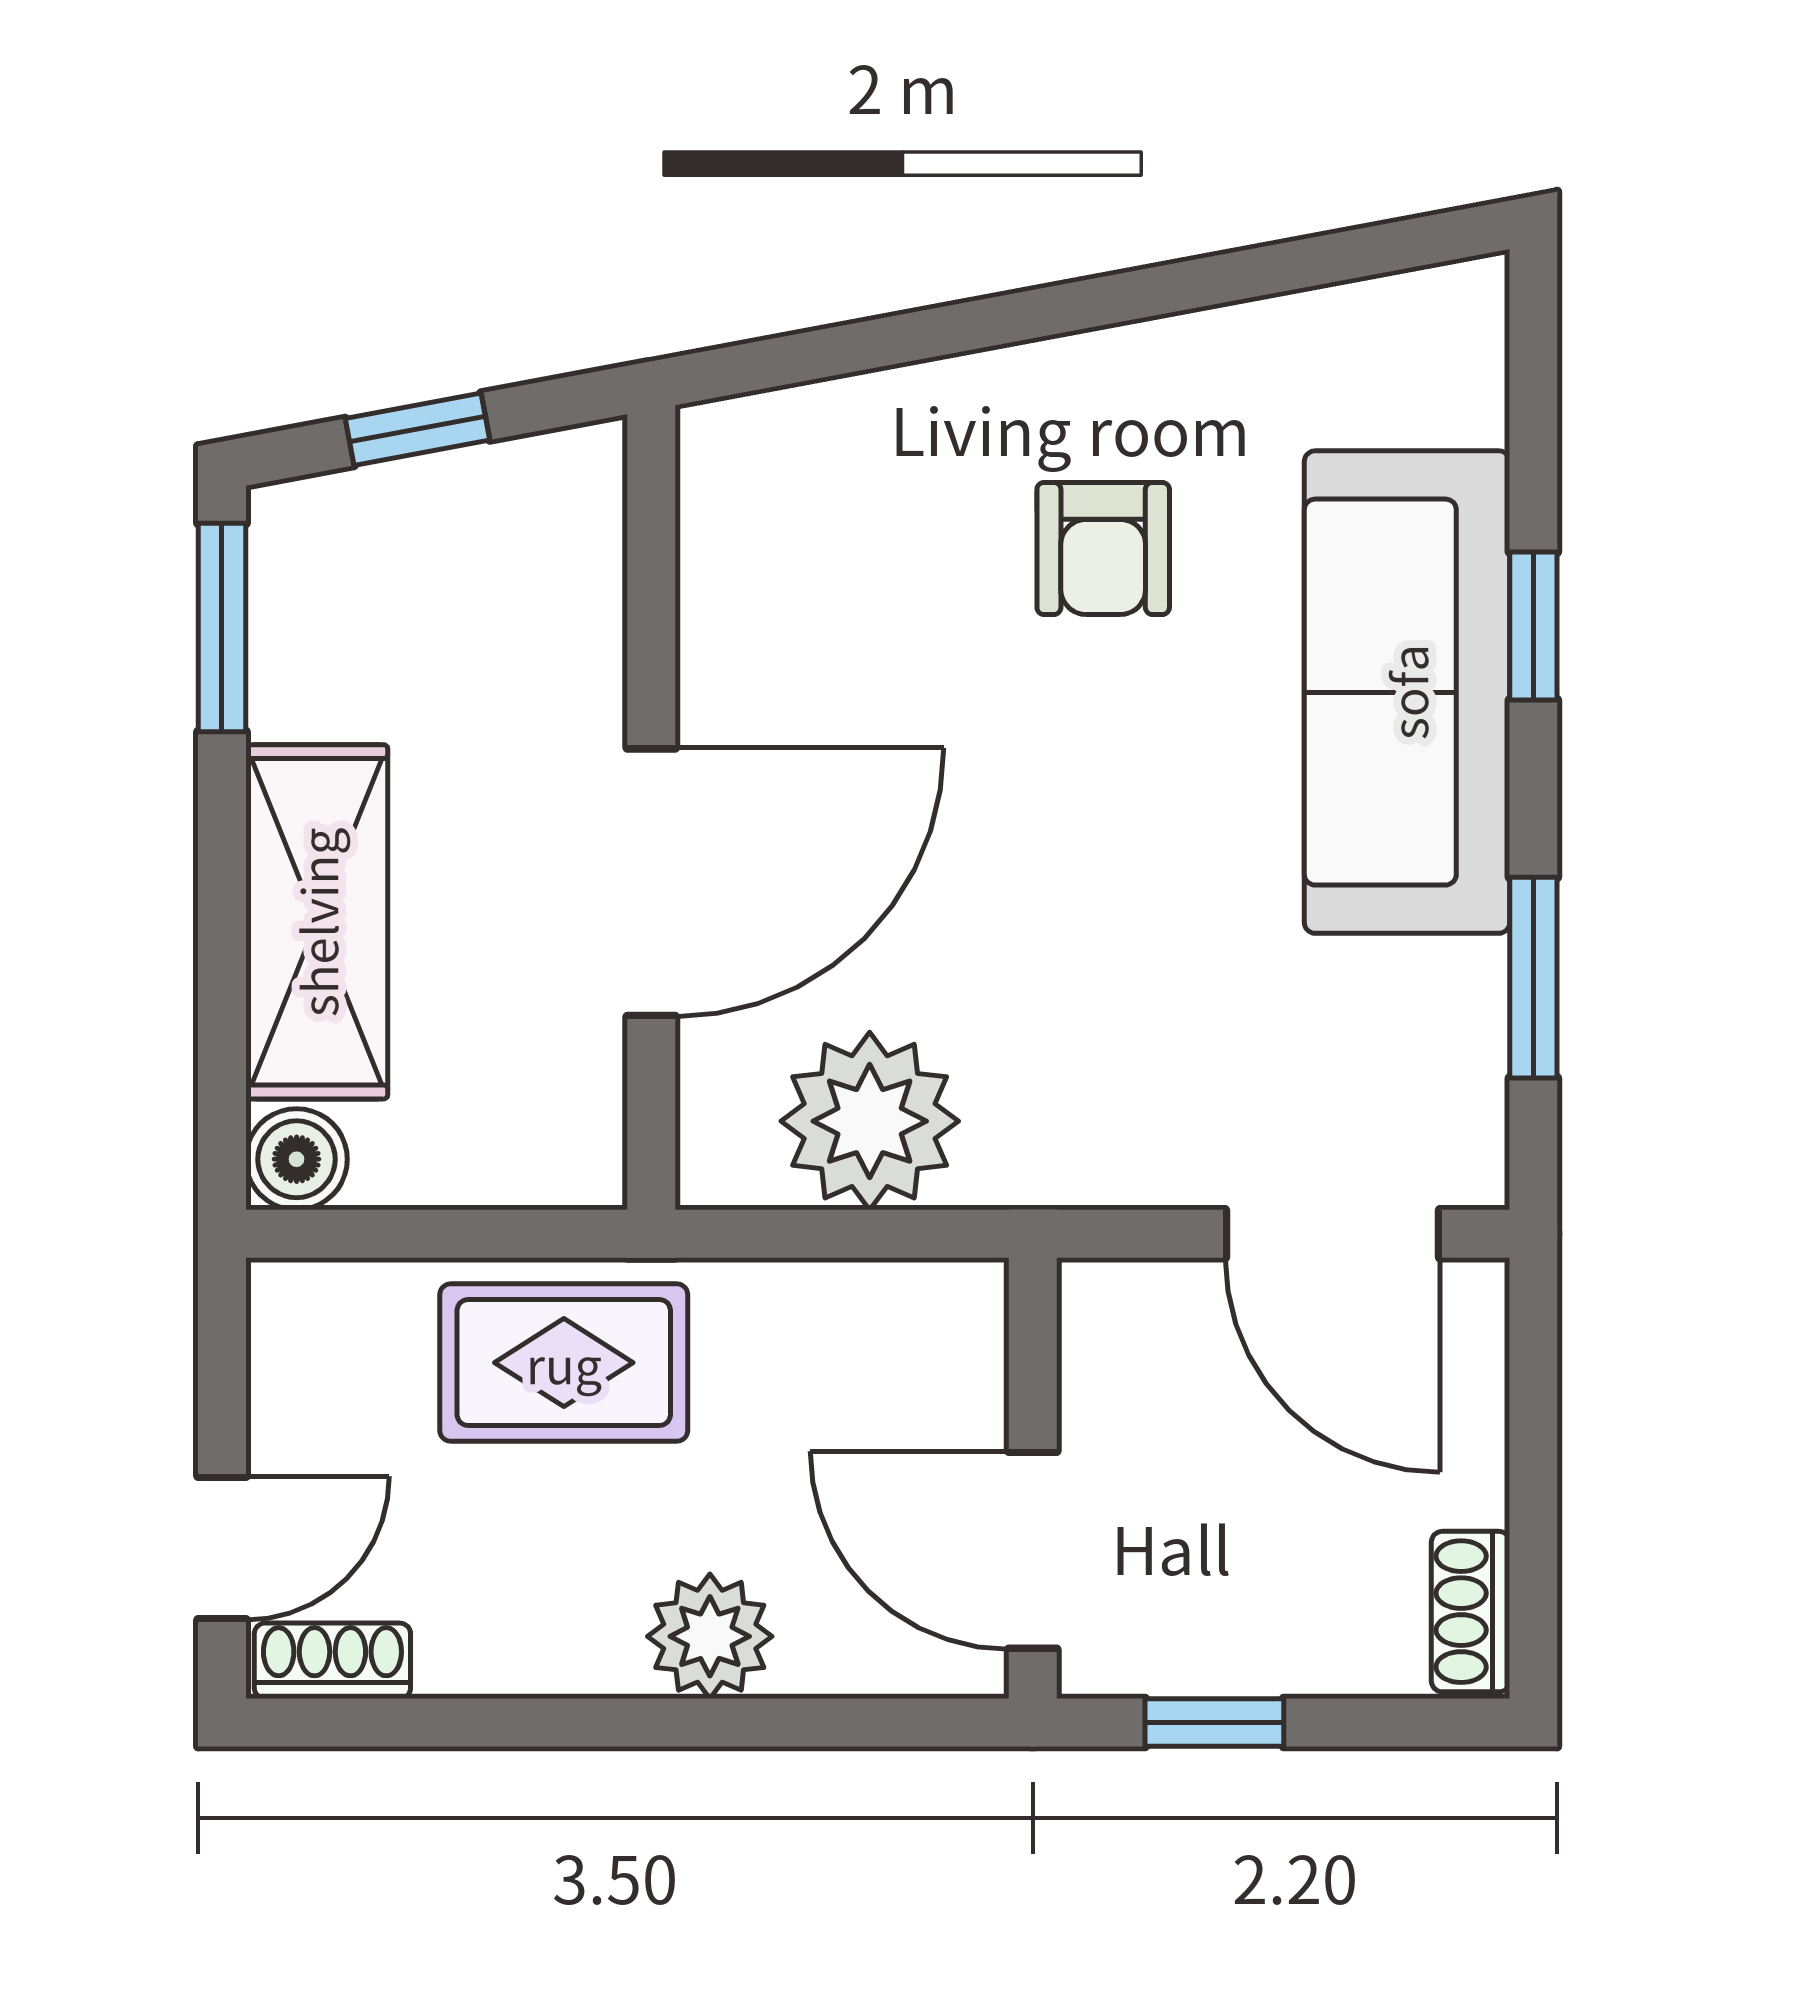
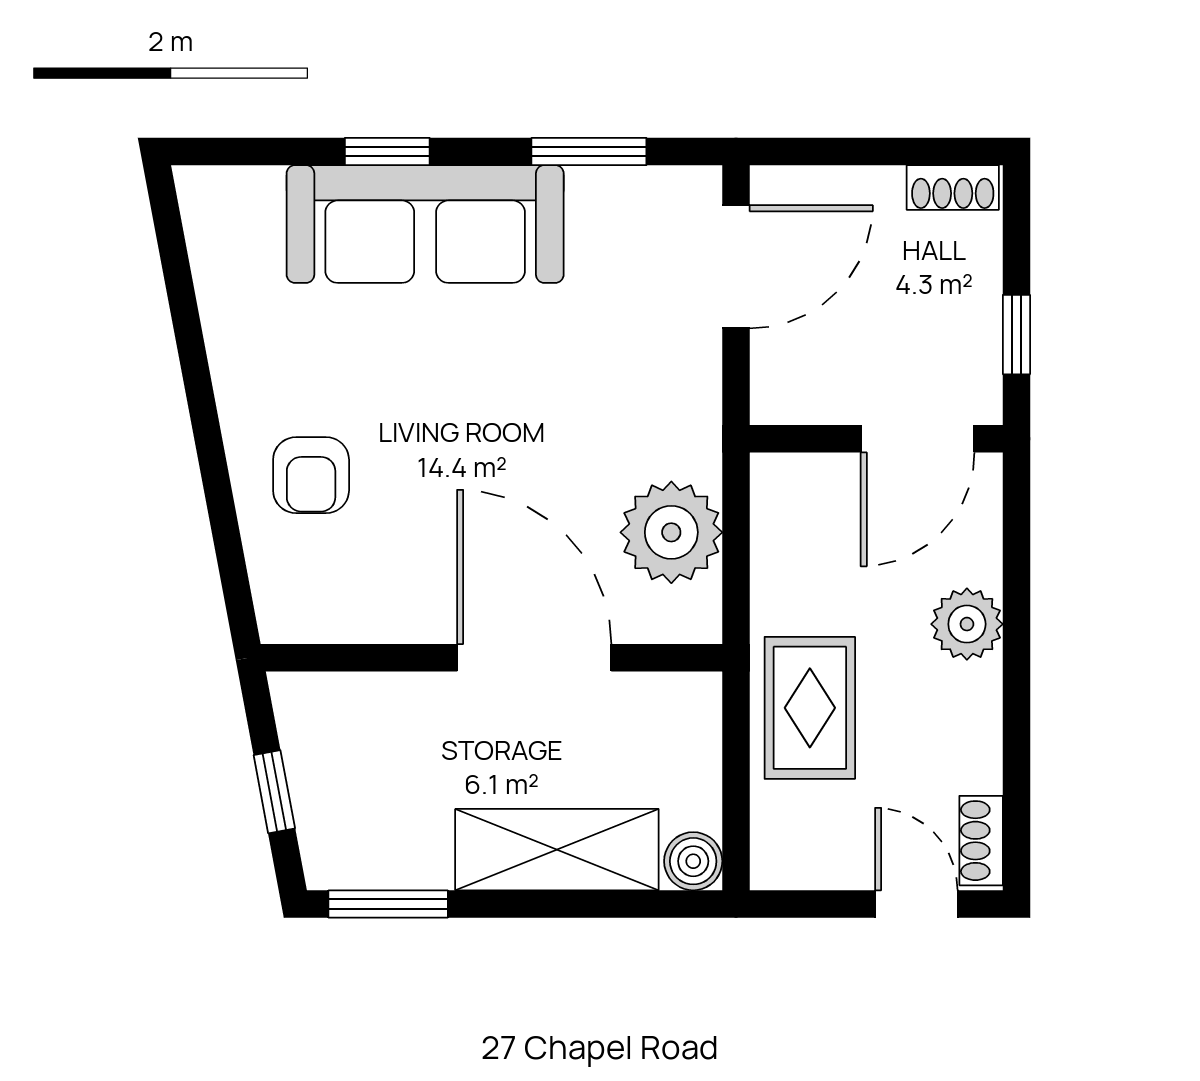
armchair: (1103, 548) -> (311, 475), moved, turned 90

